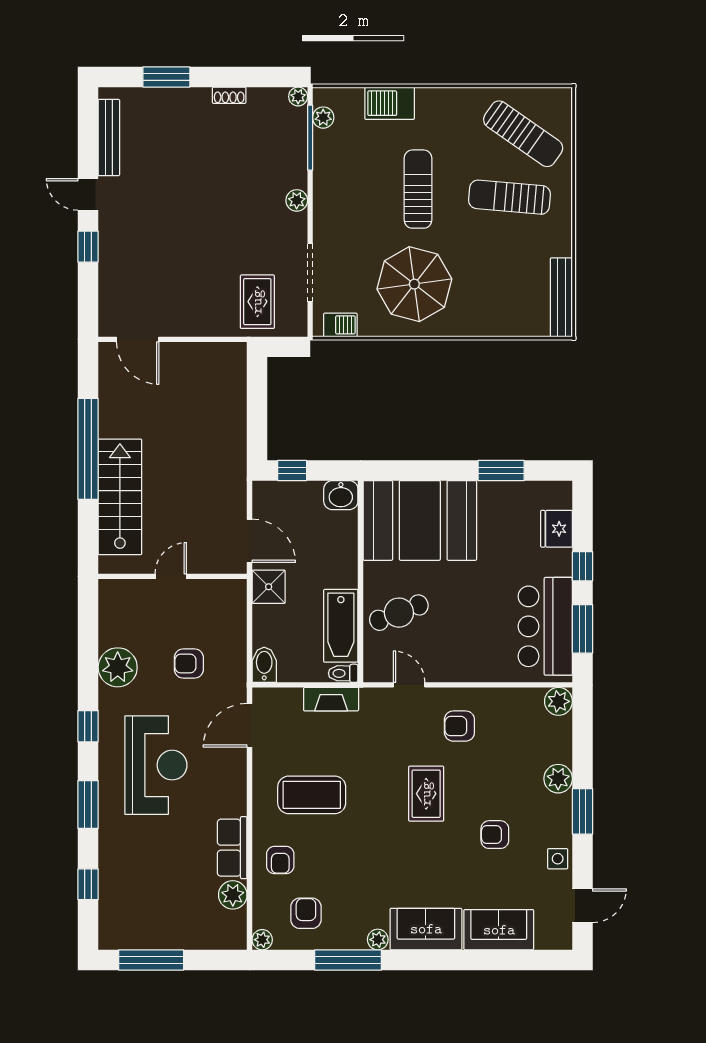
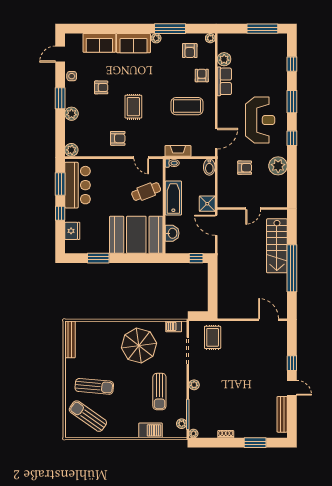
sun lounger: (418, 189) -> (159, 392), moved
washbasin: (341, 495) -> (172, 233), moved, turned 90
bathtub: (341, 626) -> (173, 198), moved
reception desk: (156, 765) -> (260, 120), turned 180

